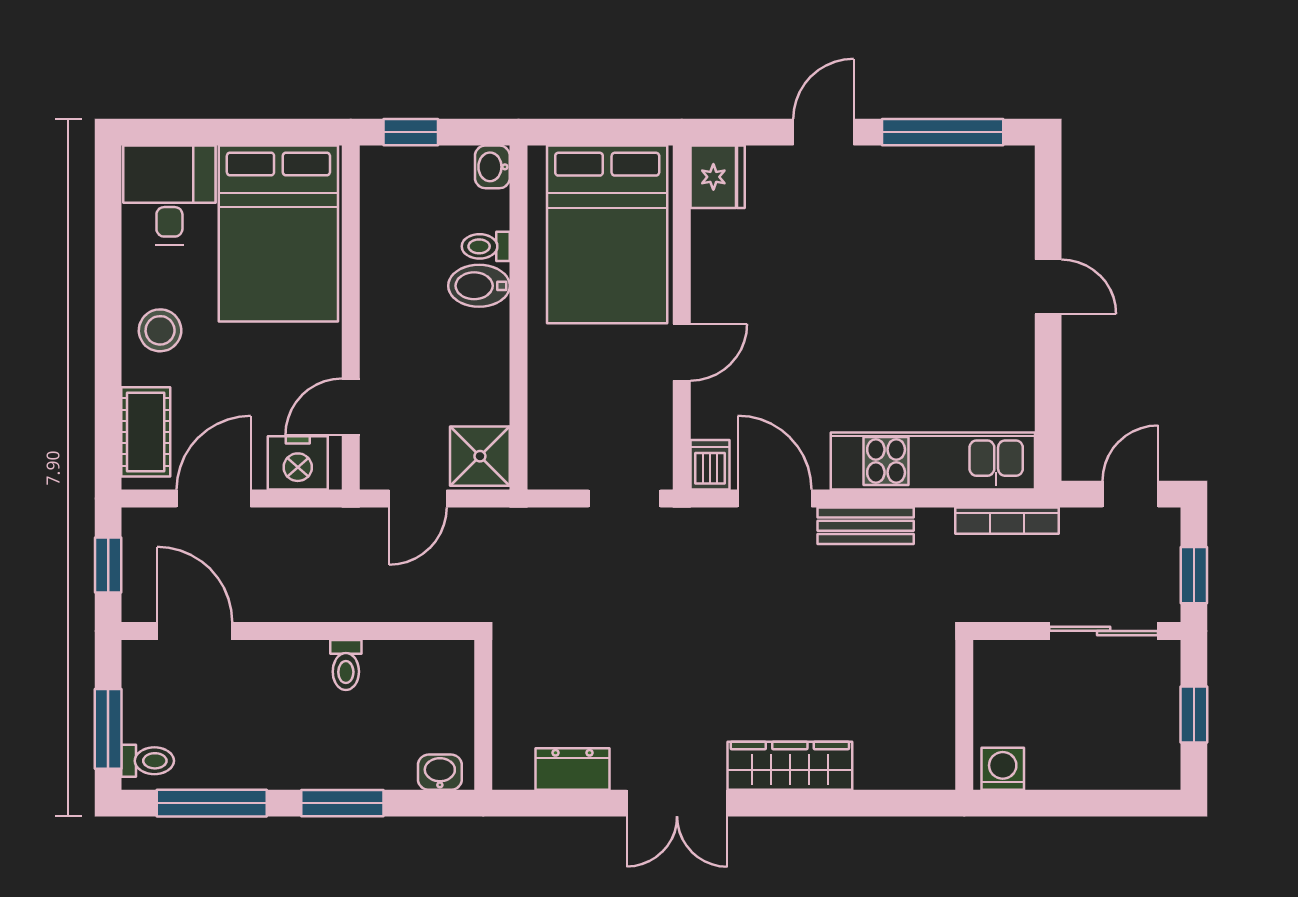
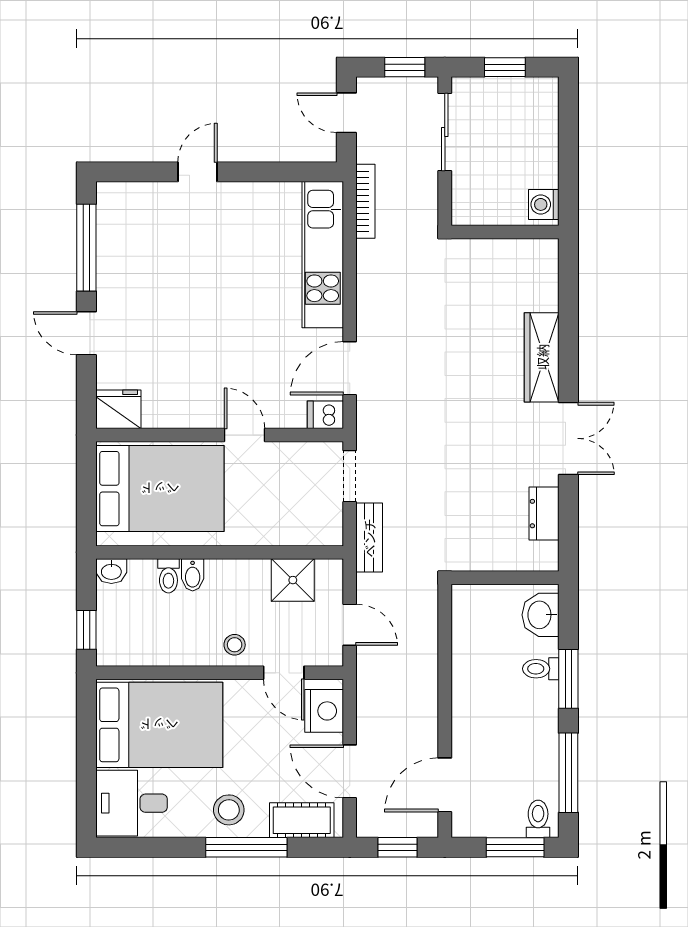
bidet: (479, 286) -> (193, 575), width x0.72, depth x0.74
stool: (390, 338) -> (235, 645), added
window: (108, 355) -> (246, 847), added
shower: (480, 456) -> (293, 580), moved
bench: (866, 526) -> (369, 538), moved
toilet: (346, 665) -> (541, 669), moved, turned 180
washbasin: (440, 772) -> (541, 615), width x1.38, depth x1.45

